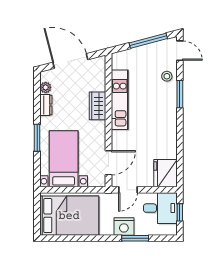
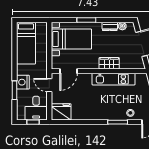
door: (108, 163) -> (69, 71), hinge flipped
bed: (69, 216) -> (26, 43), width x0.67

